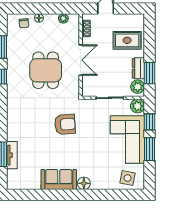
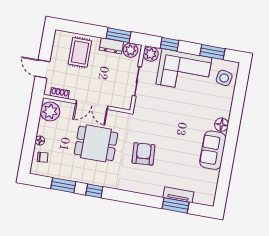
plant: (63, 18) -> (50, 111), width x1.88, depth x1.88
double door: (81, 60) -> (92, 105), swing flipped
armchair: (65, 124) -> (144, 154), moved
window: (150, 149) -> (212, 52), moved

